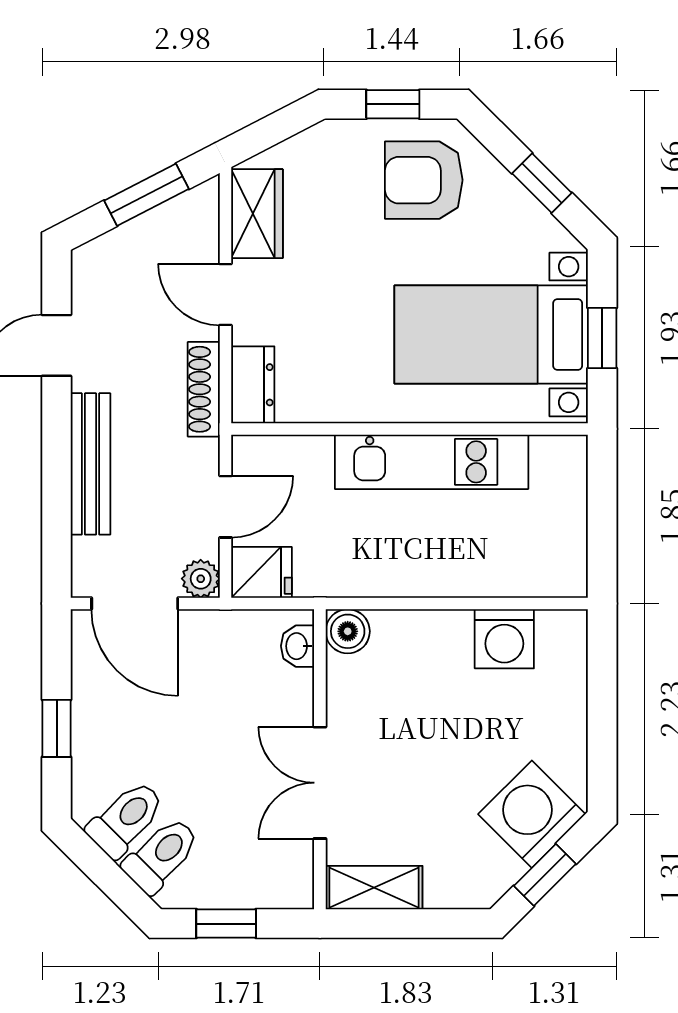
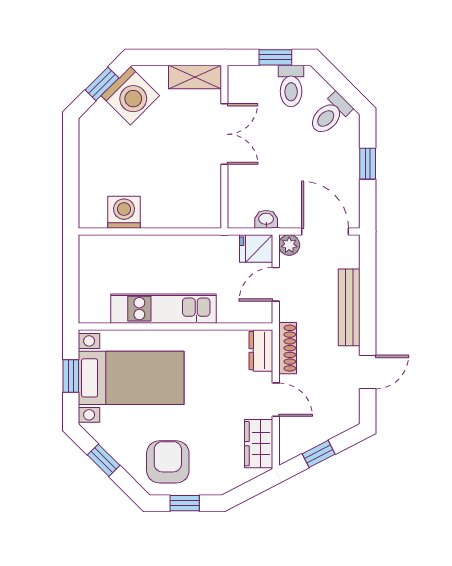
armchair: (424, 180) -> (168, 462), turned -90
window: (147, 195) -> (319, 454), width x0.67
boiler: (348, 631) -> (209, 216), removed
washbasin: (298, 646) -> (266, 219), moved, turned -90
washing machine: (532, 814) -> (130, 96), moved
toilet: (161, 855) -> (291, 86), moved, turned -45

